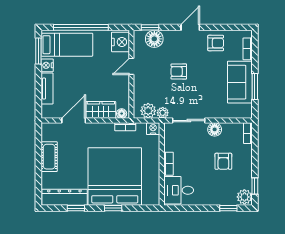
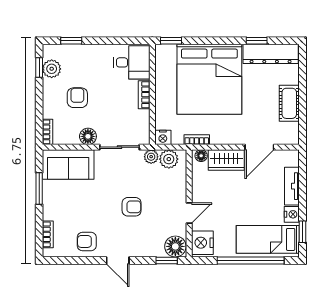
door: (190, 27) -> (118, 260), hinge flipped
floor lamp: (154, 39) -> (175, 246), moved
window: (38, 51) -> (302, 232), width x0.67
sofa: (240, 82) -> (68, 165), moved, turned 90
plant: (244, 197) -> (52, 69), moved
window: (113, 208) -> (171, 41), moved

